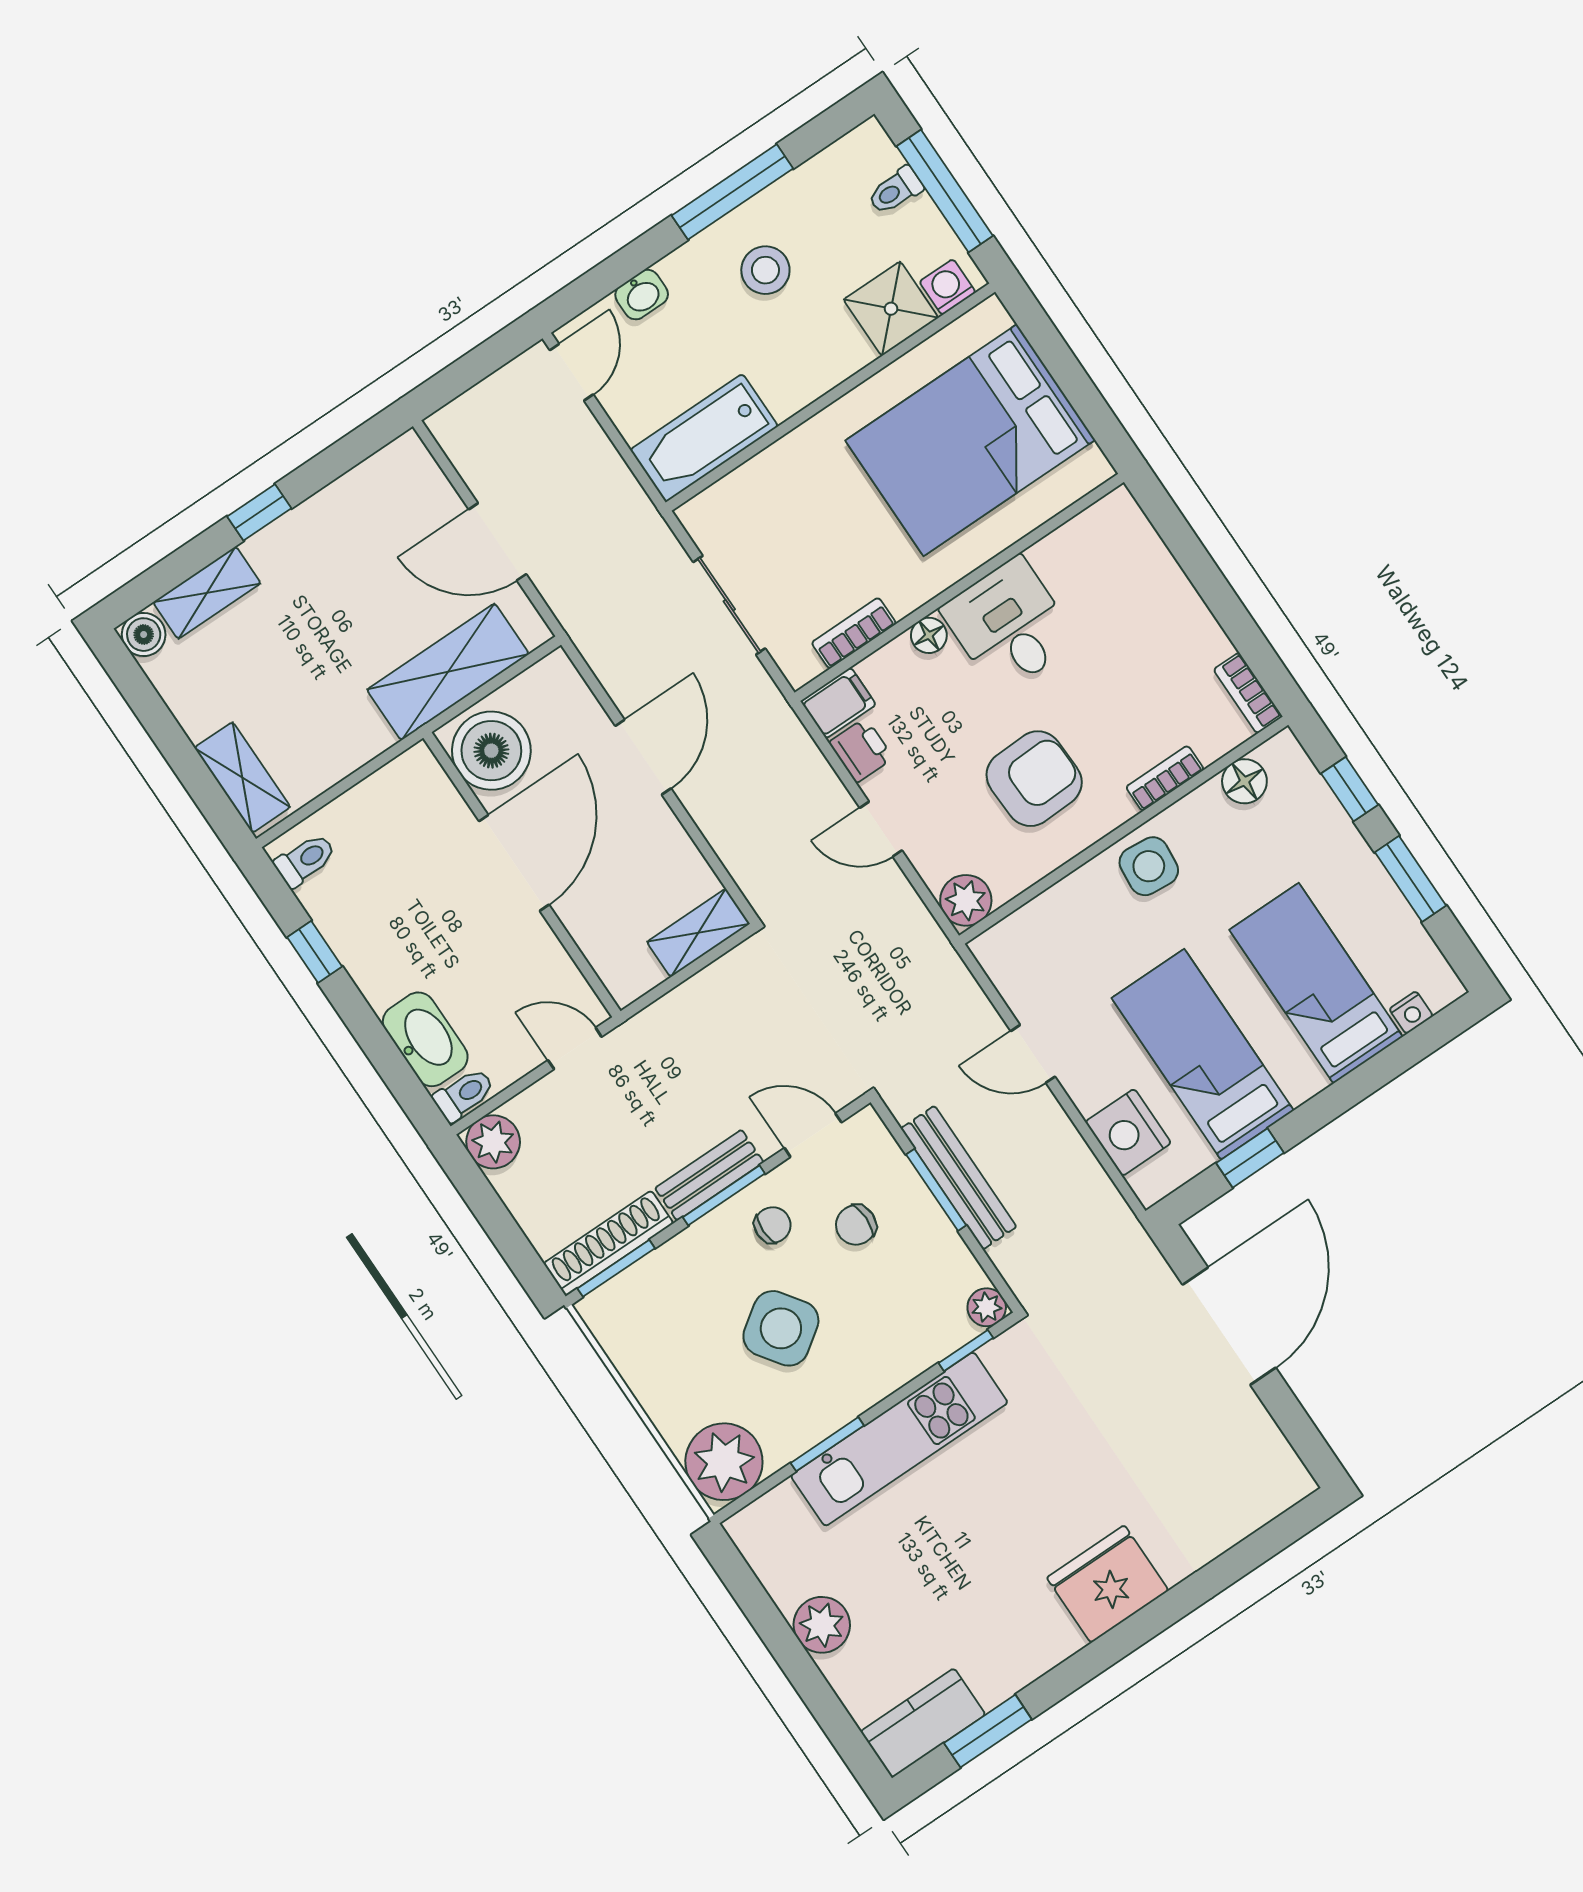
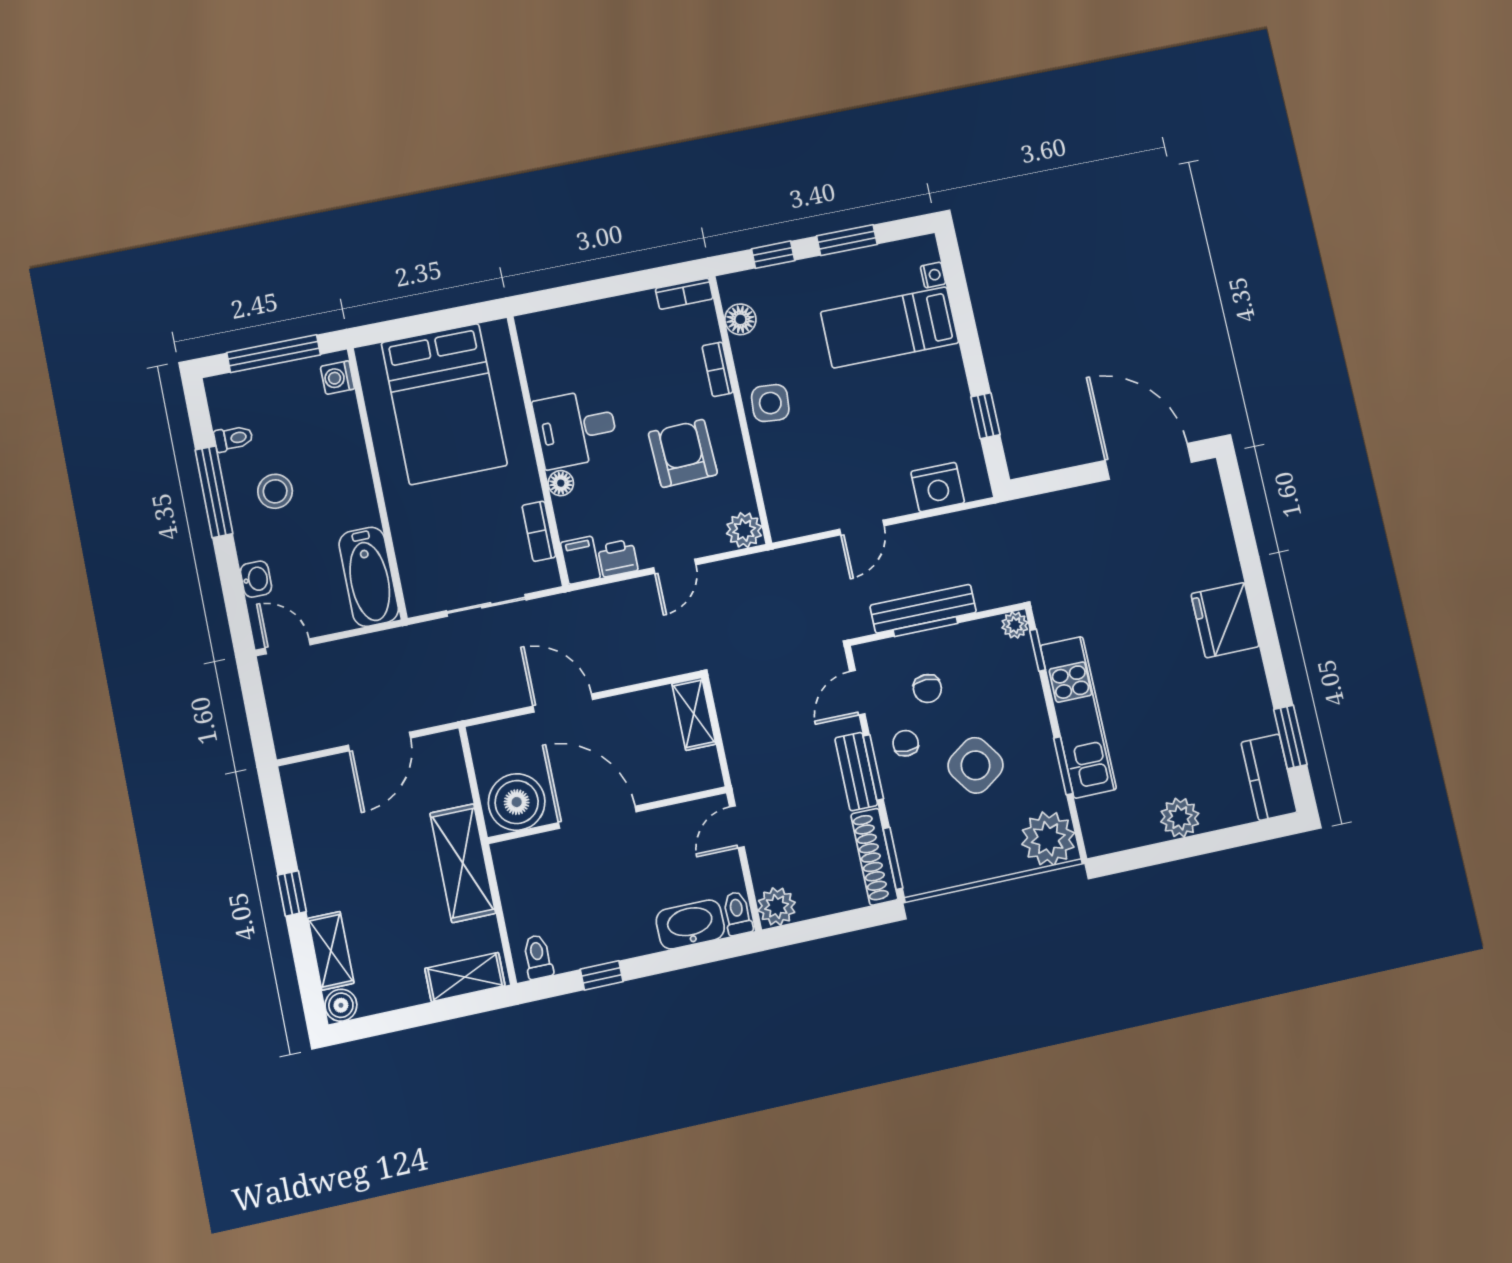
toilet: (895, 191) -> (233, 438), moved, turned -90
shower: (891, 309) -> (336, 420), removed
shelving: (448, 672) -> (463, 863), moved
bed: (1203, 1054) -> (906, 419), removed
door: (1229, 1326) -> (1148, 461), moved

